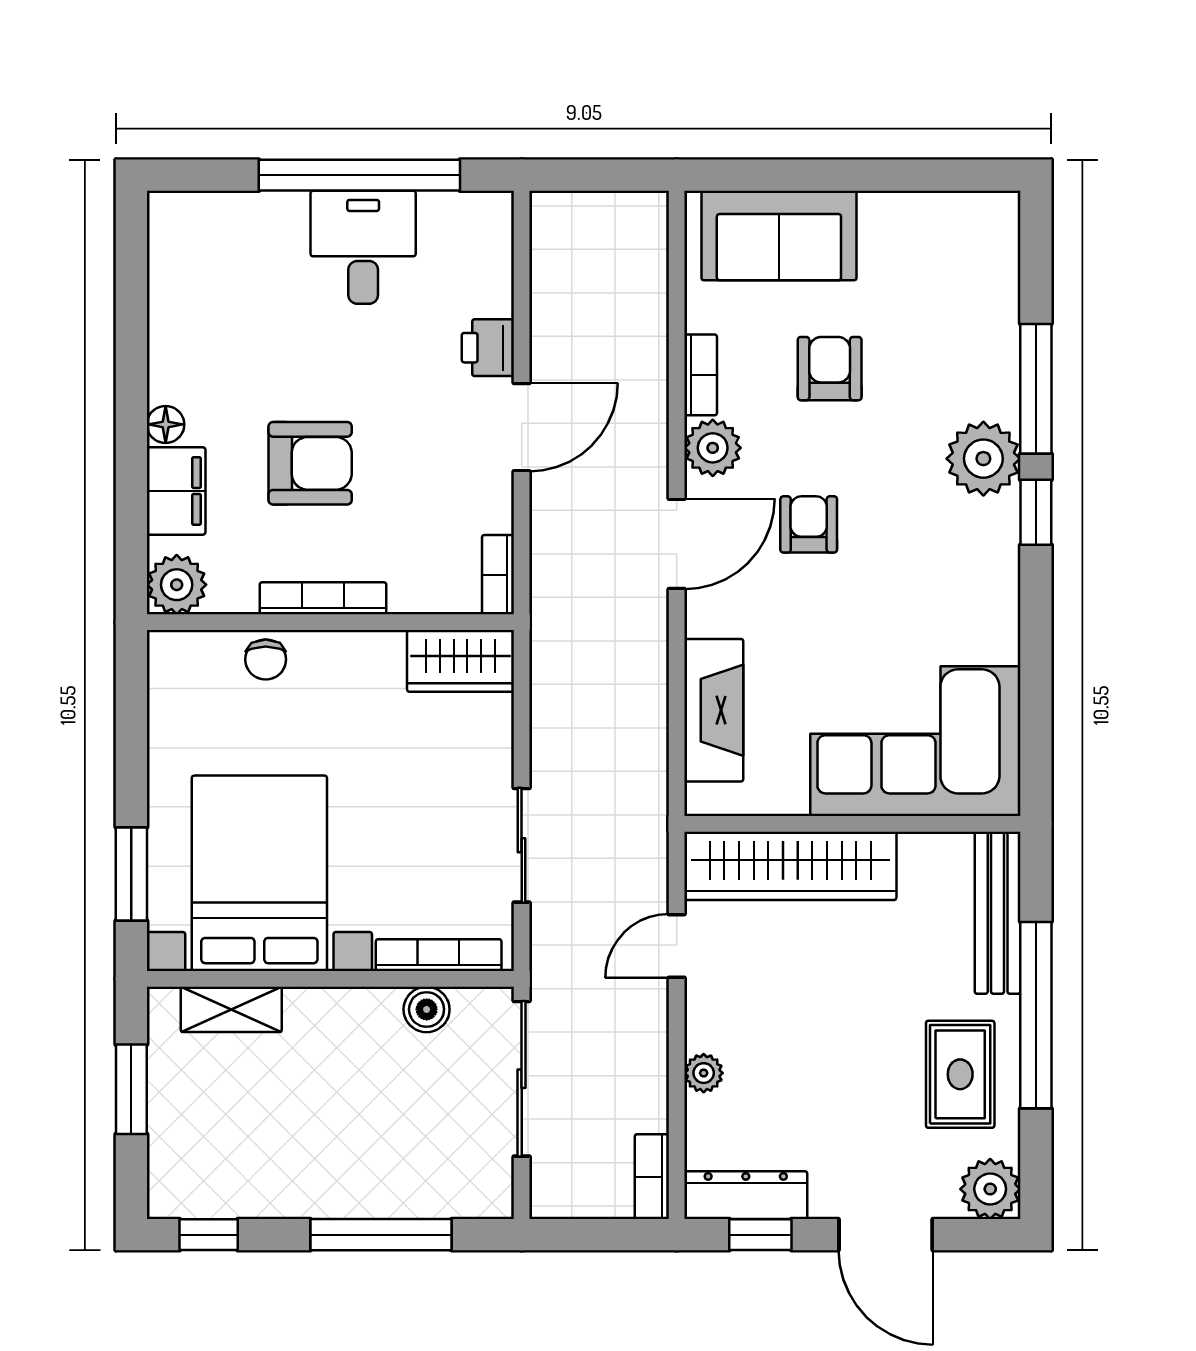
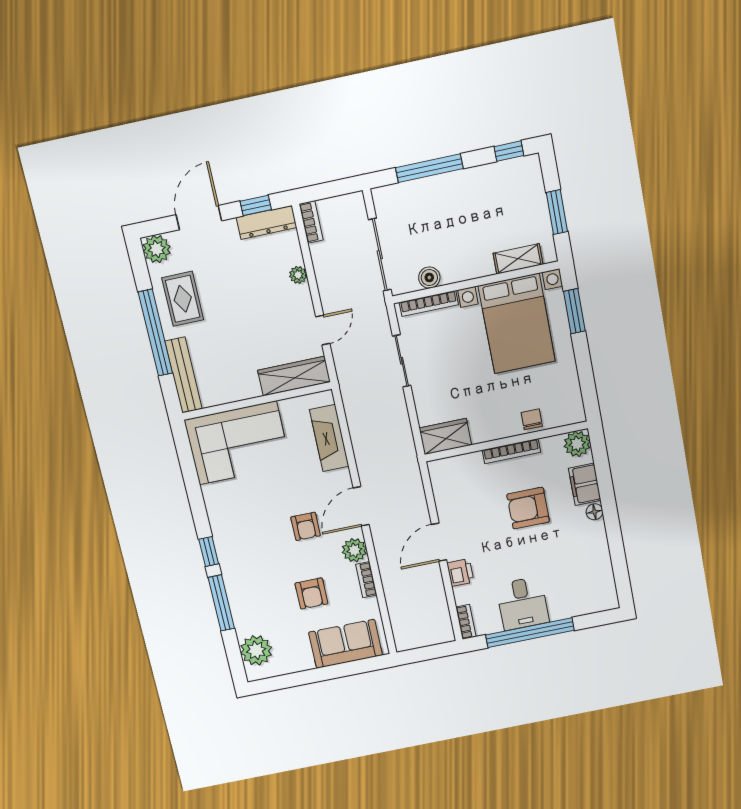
plant: (983, 459) -> (256, 650), moved
bookcase: (498, 575) -> (466, 622), moved
wardrobe: (790, 866) -> (294, 376), width x0.71, depth x0.85
door: (886, 1235) -> (199, 218), hinge flipped

